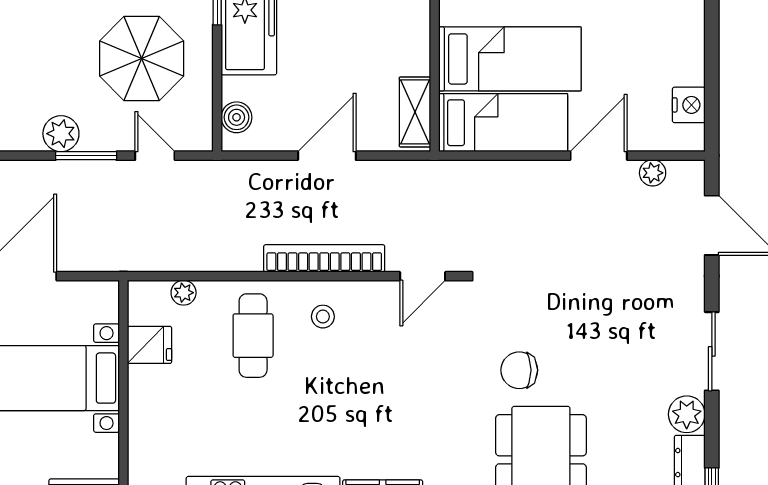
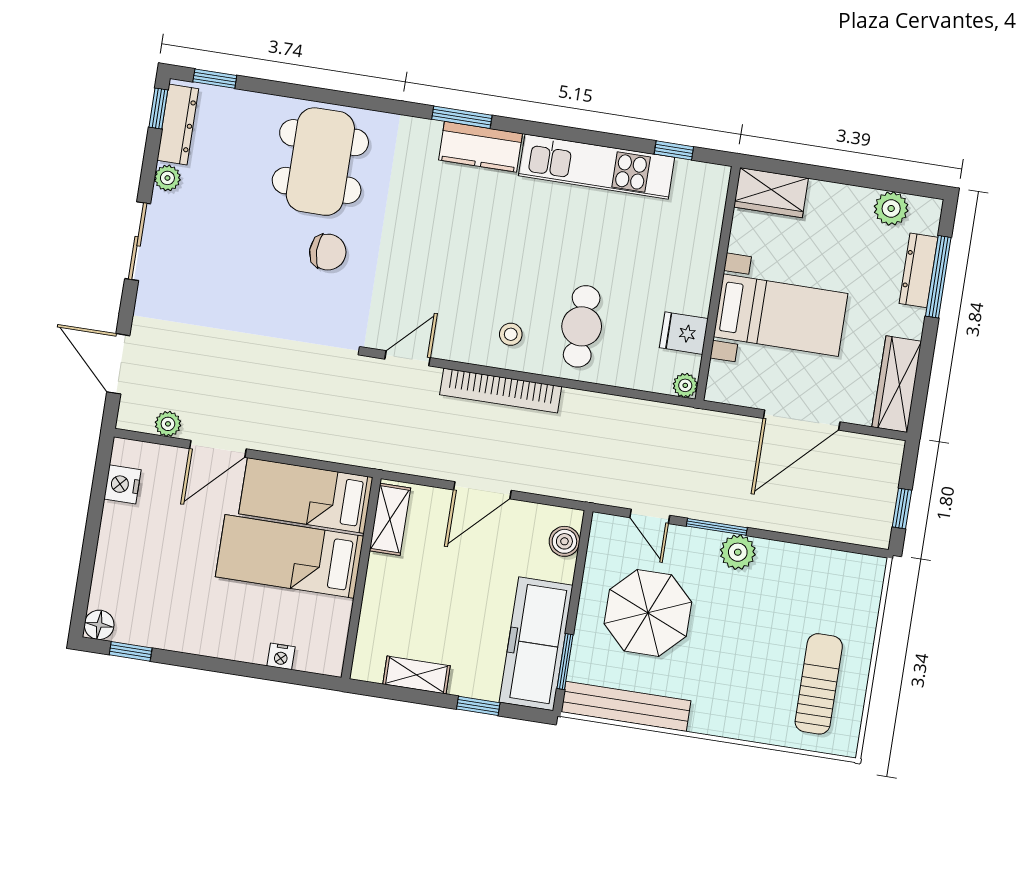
plant: (184, 293) -> (685, 385), moved
plant: (687, 414) -> (167, 178), width x0.73, depth x0.73

